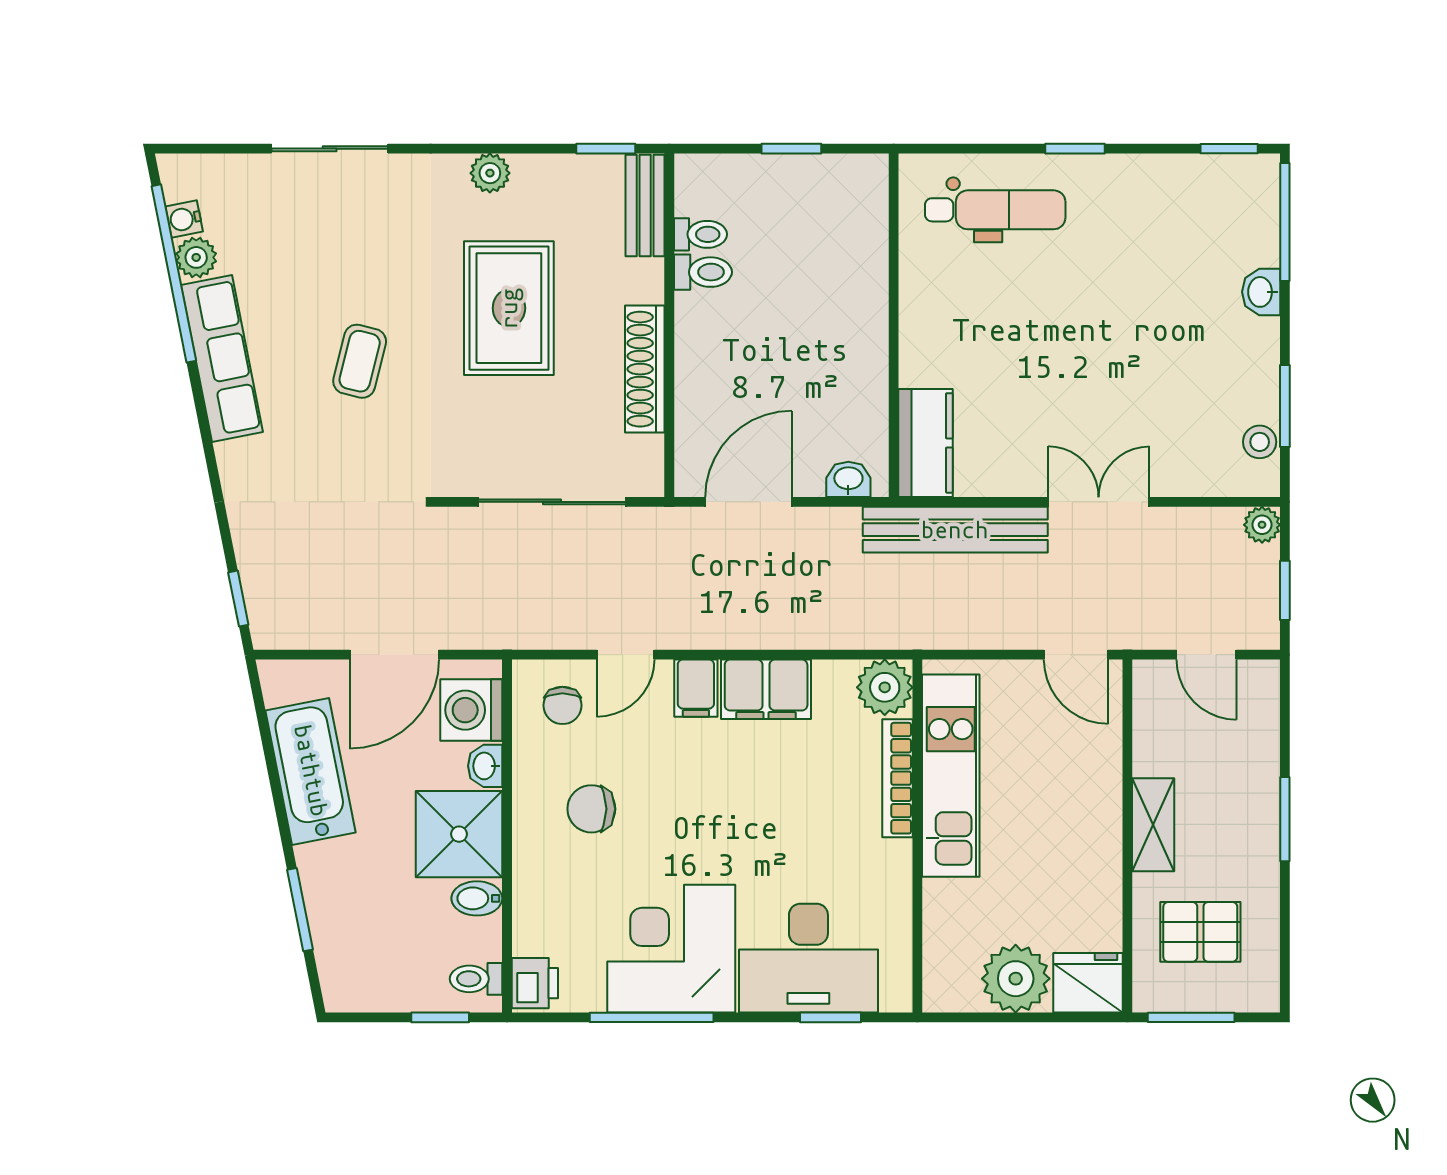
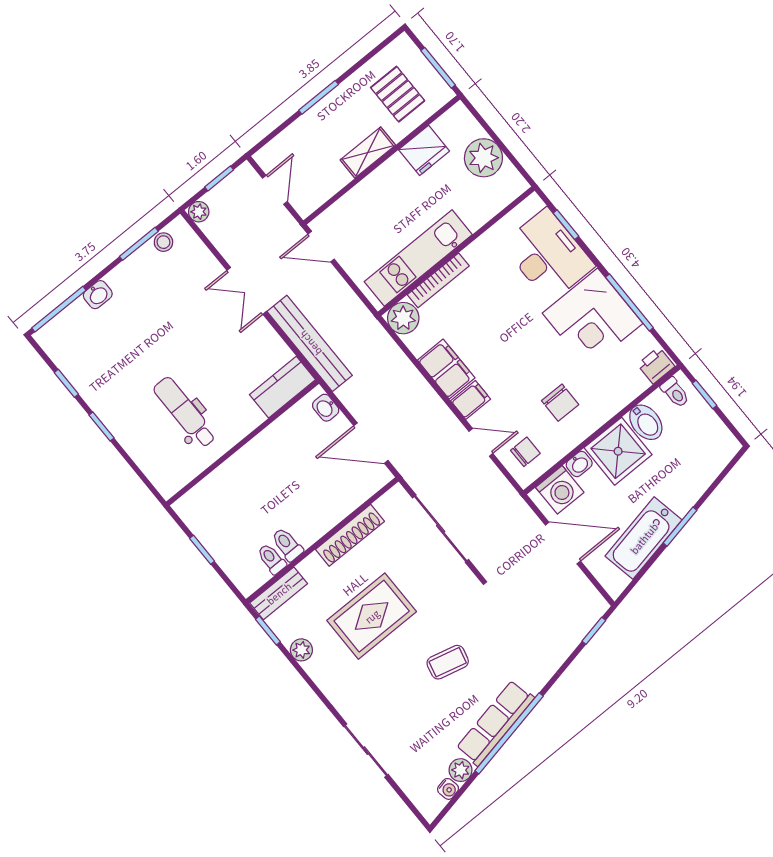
window: (1229, 149) -> (66, 383), moved
plant: (490, 173) -> (301, 650), moved
dental chair: (995, 210) -> (185, 412), moved
window: (174, 273) -> (509, 733), moved
door: (1076, 655) -> (321, 247), swing flipped
bidet: (477, 898) -> (646, 422), width x1.38, depth x1.36
window: (300, 910) -> (680, 527), moved
fridge: (1088, 983) -> (424, 150), moved, turned -90

